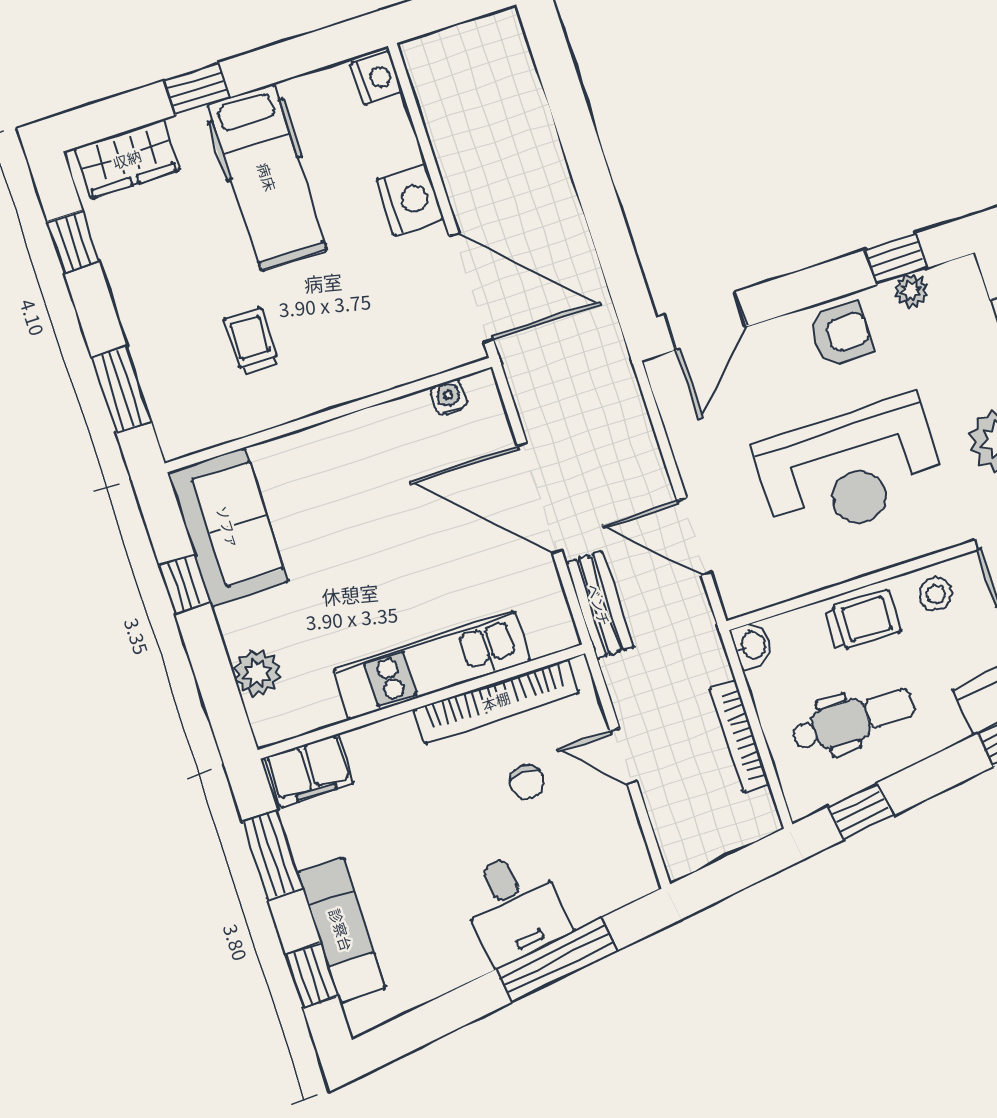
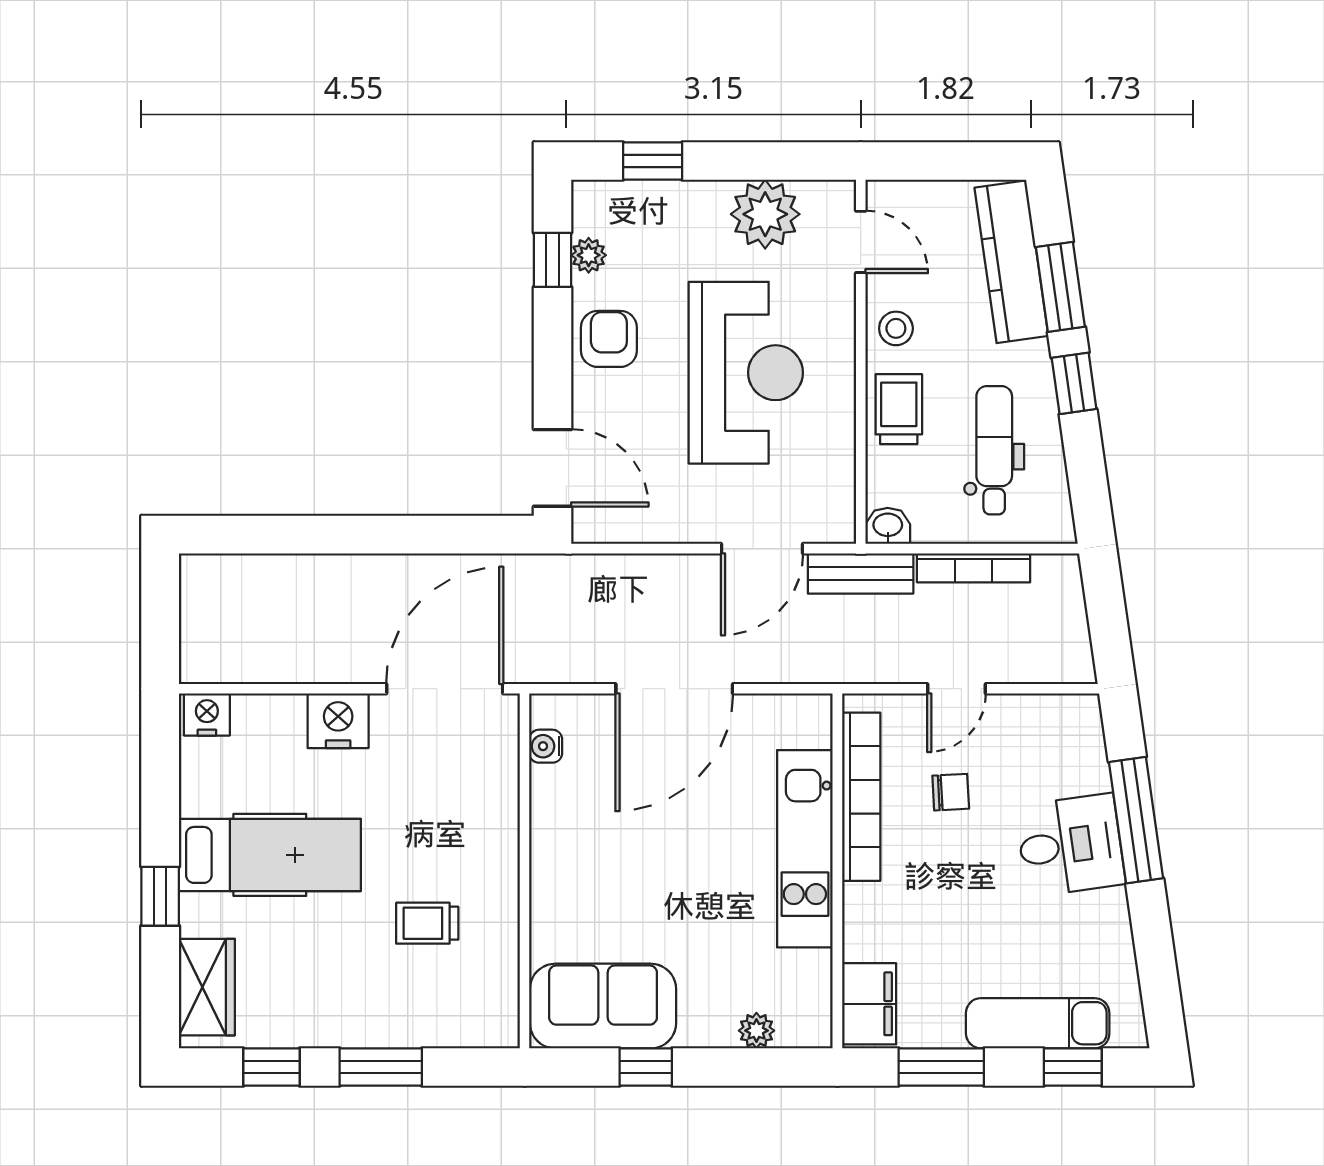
window: (122, 390) -> (381, 1067), moved
bench: (599, 605) -> (861, 573), moved
plant: (257, 673) -> (756, 1031), width x0.73, depth x0.73
window: (860, 811) -> (1074, 383), moved

